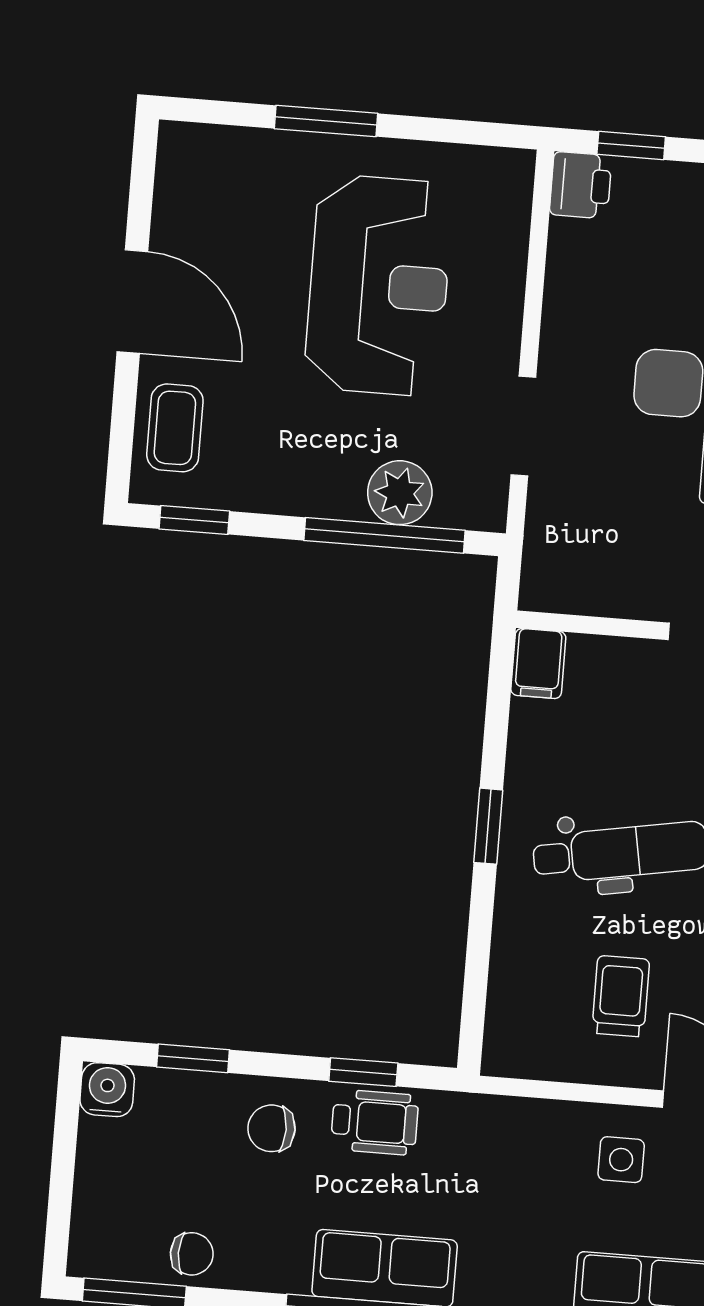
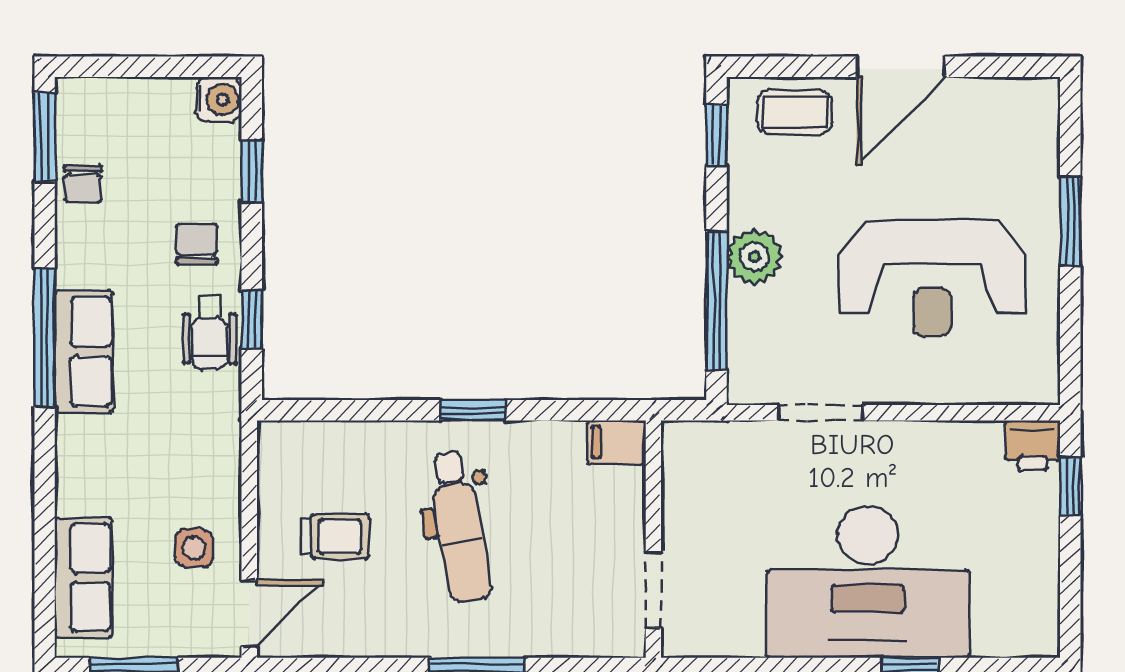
plant: (400, 493) -> (754, 257), moved

